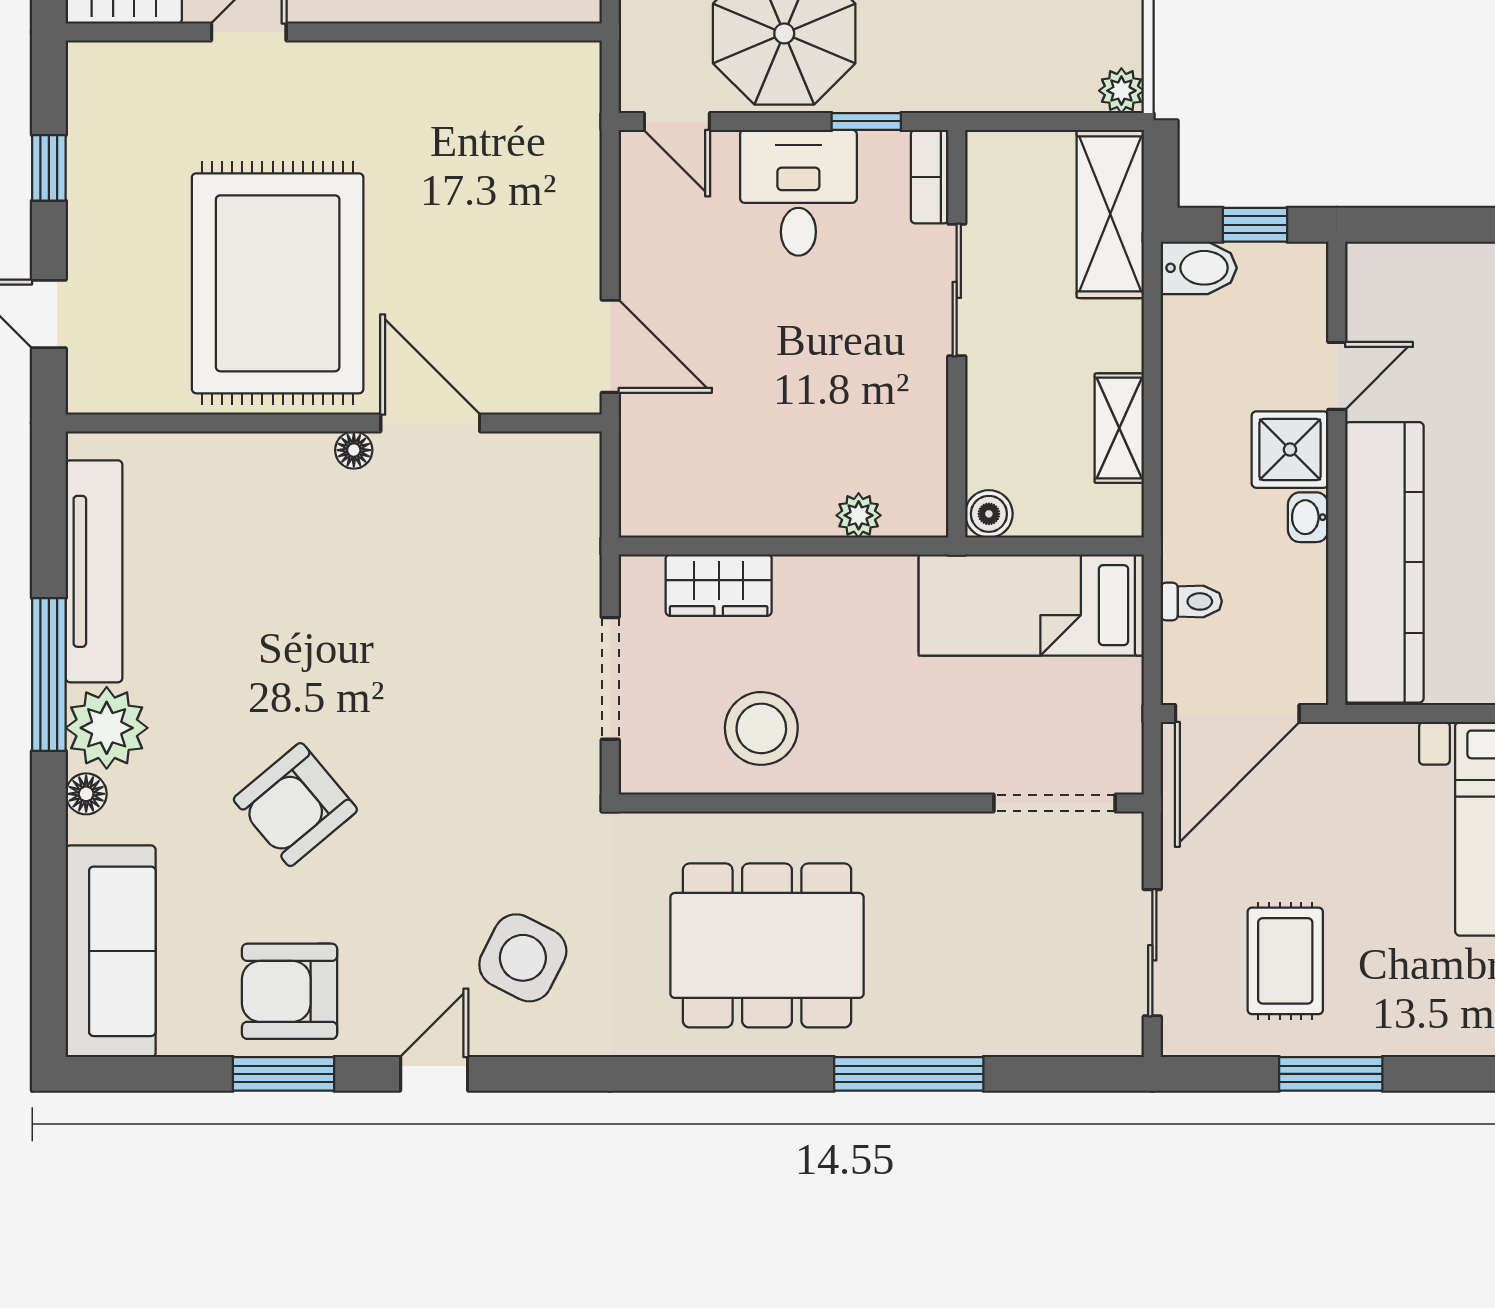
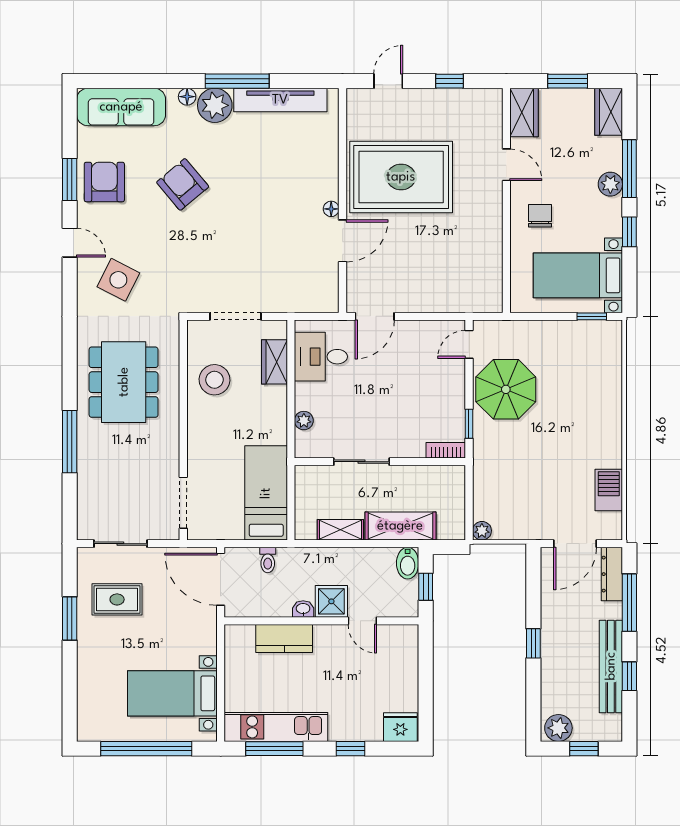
desk: (798, 193) -> (321, 357), moved, turned 180
shelving: (1110, 214) -> (400, 526), moved
sliding door: (957, 290) -> (361, 462), moved
boiler: (989, 514) -> (304, 475), removed
kitchen counter: (1384, 562) -> (284, 639), width x0.48, depth x0.86

